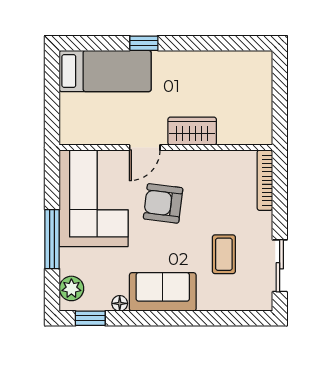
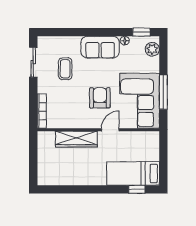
window: (144, 43) -> (137, 189), moved
wardrobe: (192, 131) -> (76, 139), width x1.50
armchair: (163, 203) -> (100, 98), turned -97
window: (52, 239) -> (163, 92), moved

